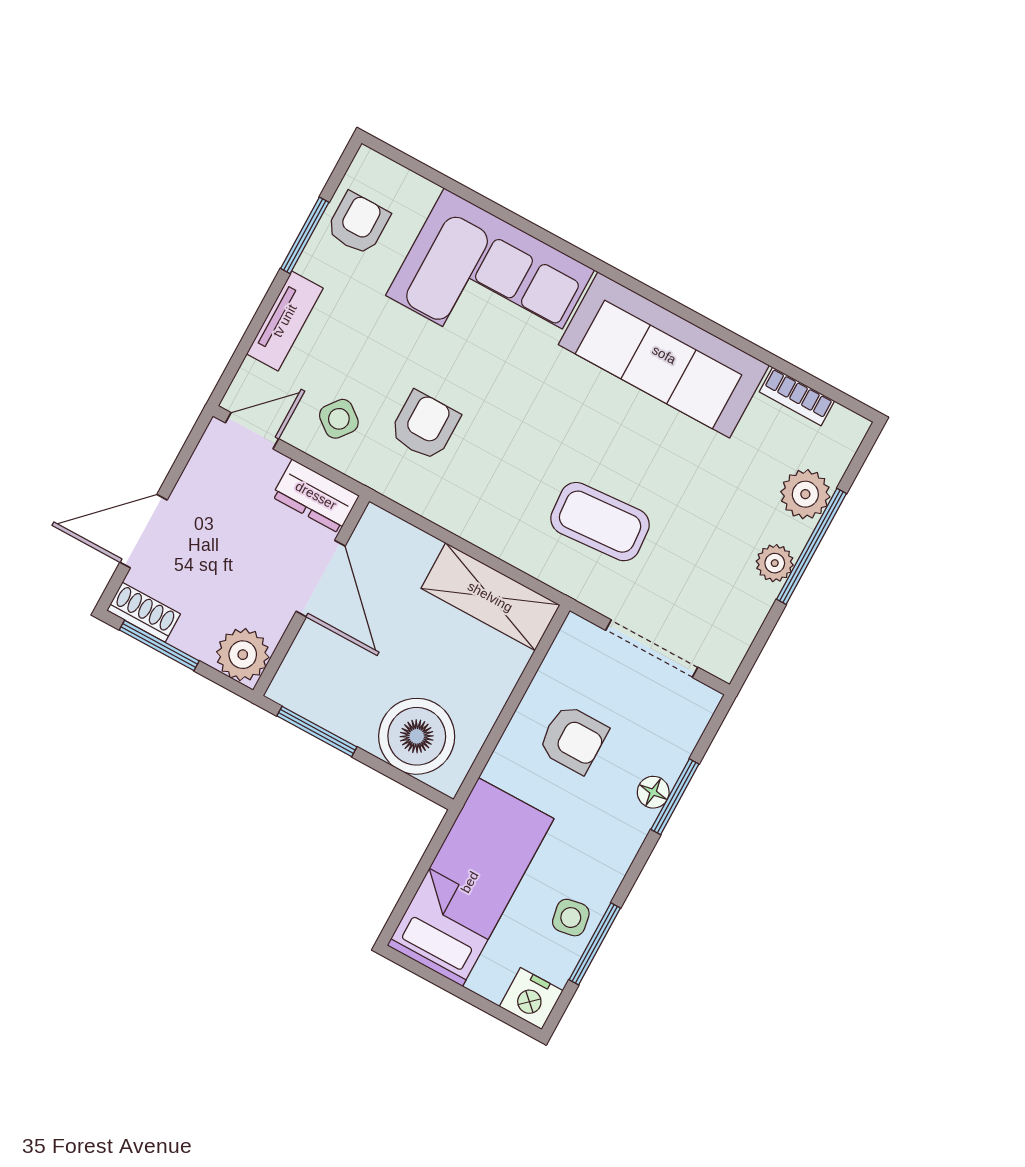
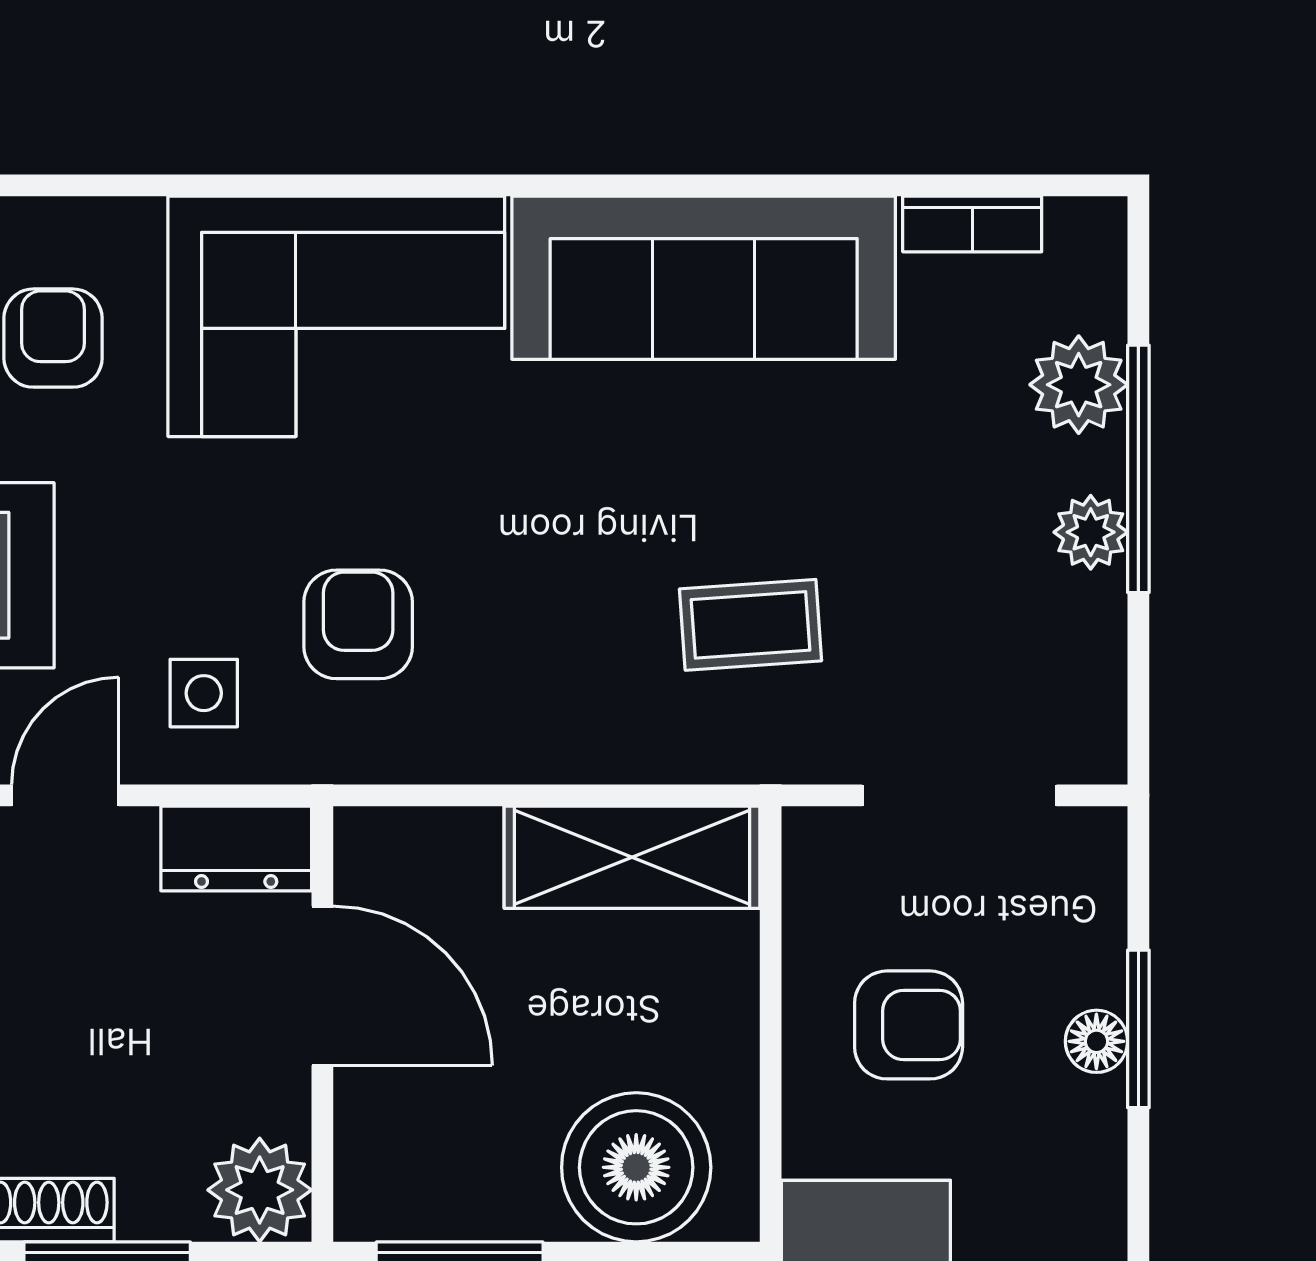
side table: (339, 419) -> (204, 693), turned -38
coffee table: (600, 522) -> (750, 625), width x0.73, depth x0.77

